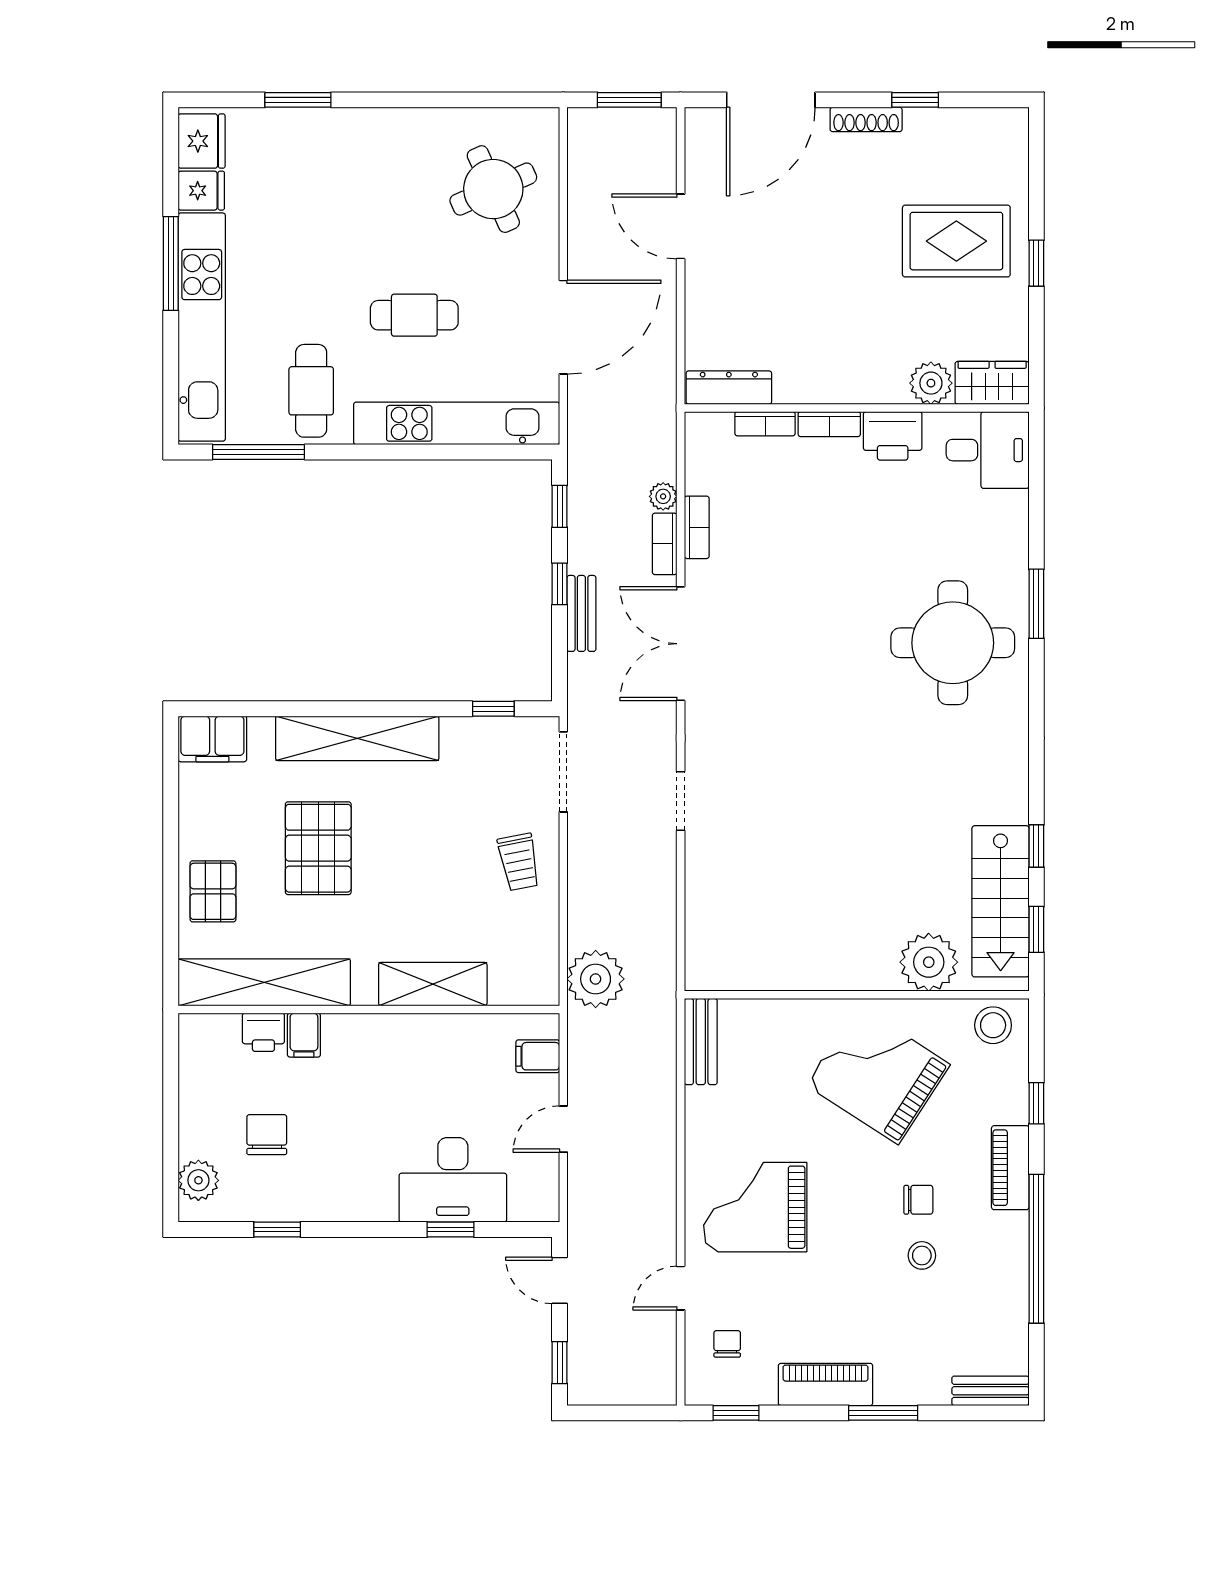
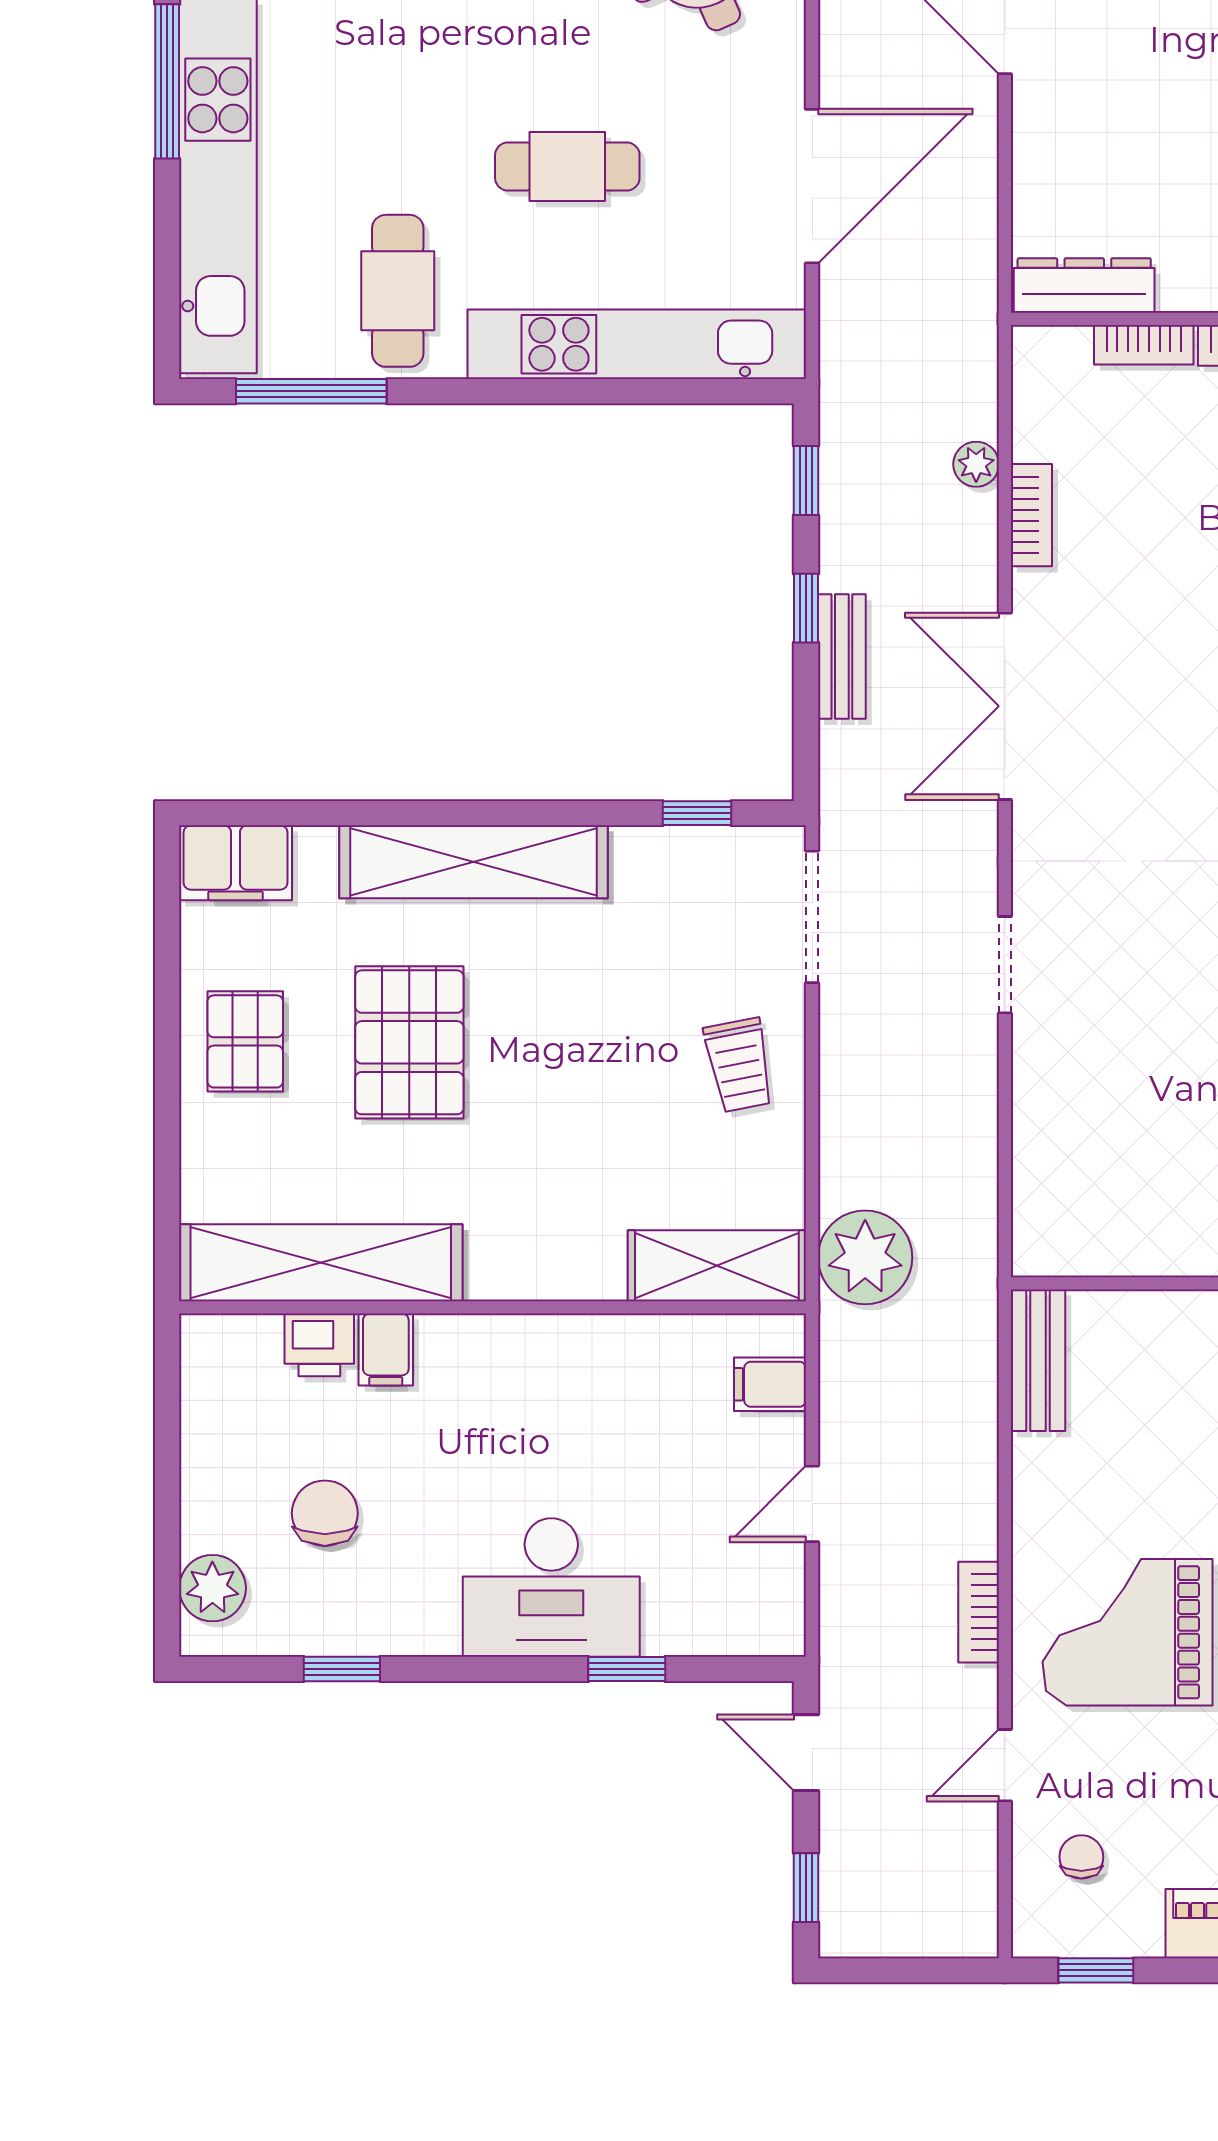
bookcase: (665, 544) -> (979, 1612), moved
pallet: (213, 891) -> (245, 1041), moved
shelving: (433, 984) -> (717, 1266), moved
desk: (453, 1180) -> (551, 1587), moved

